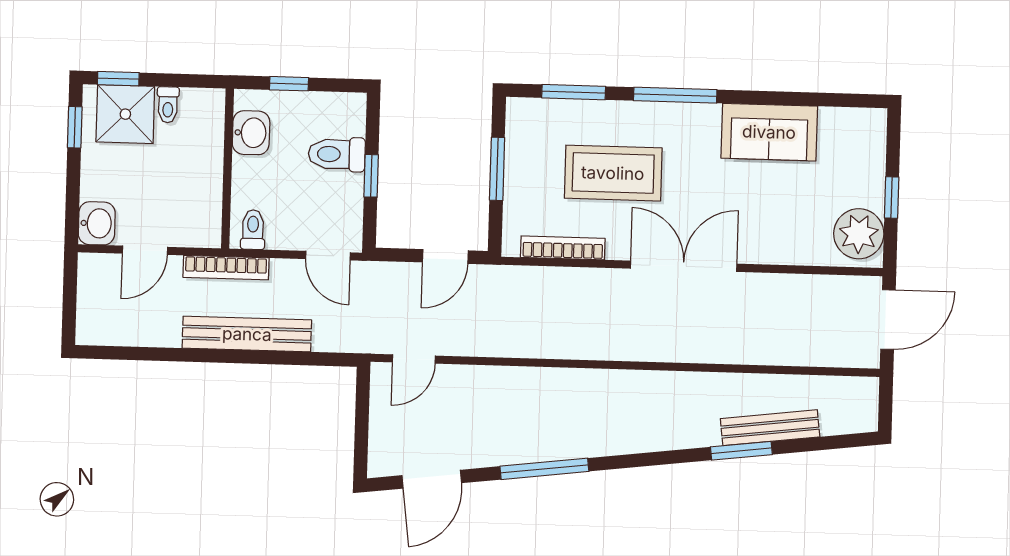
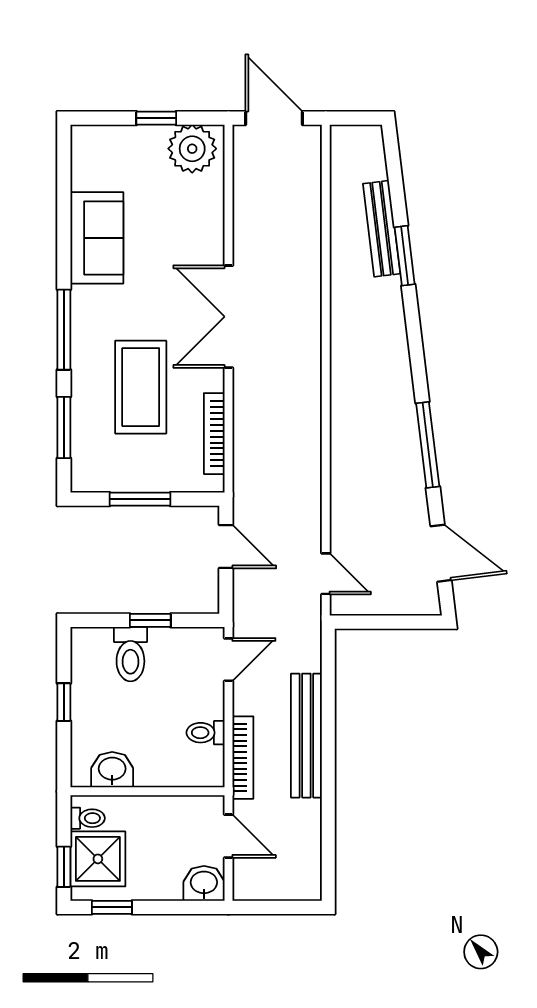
washbasin: (251, 133) -> (112, 770), moved
wall: (227, 169) -> (147, 791), moved

